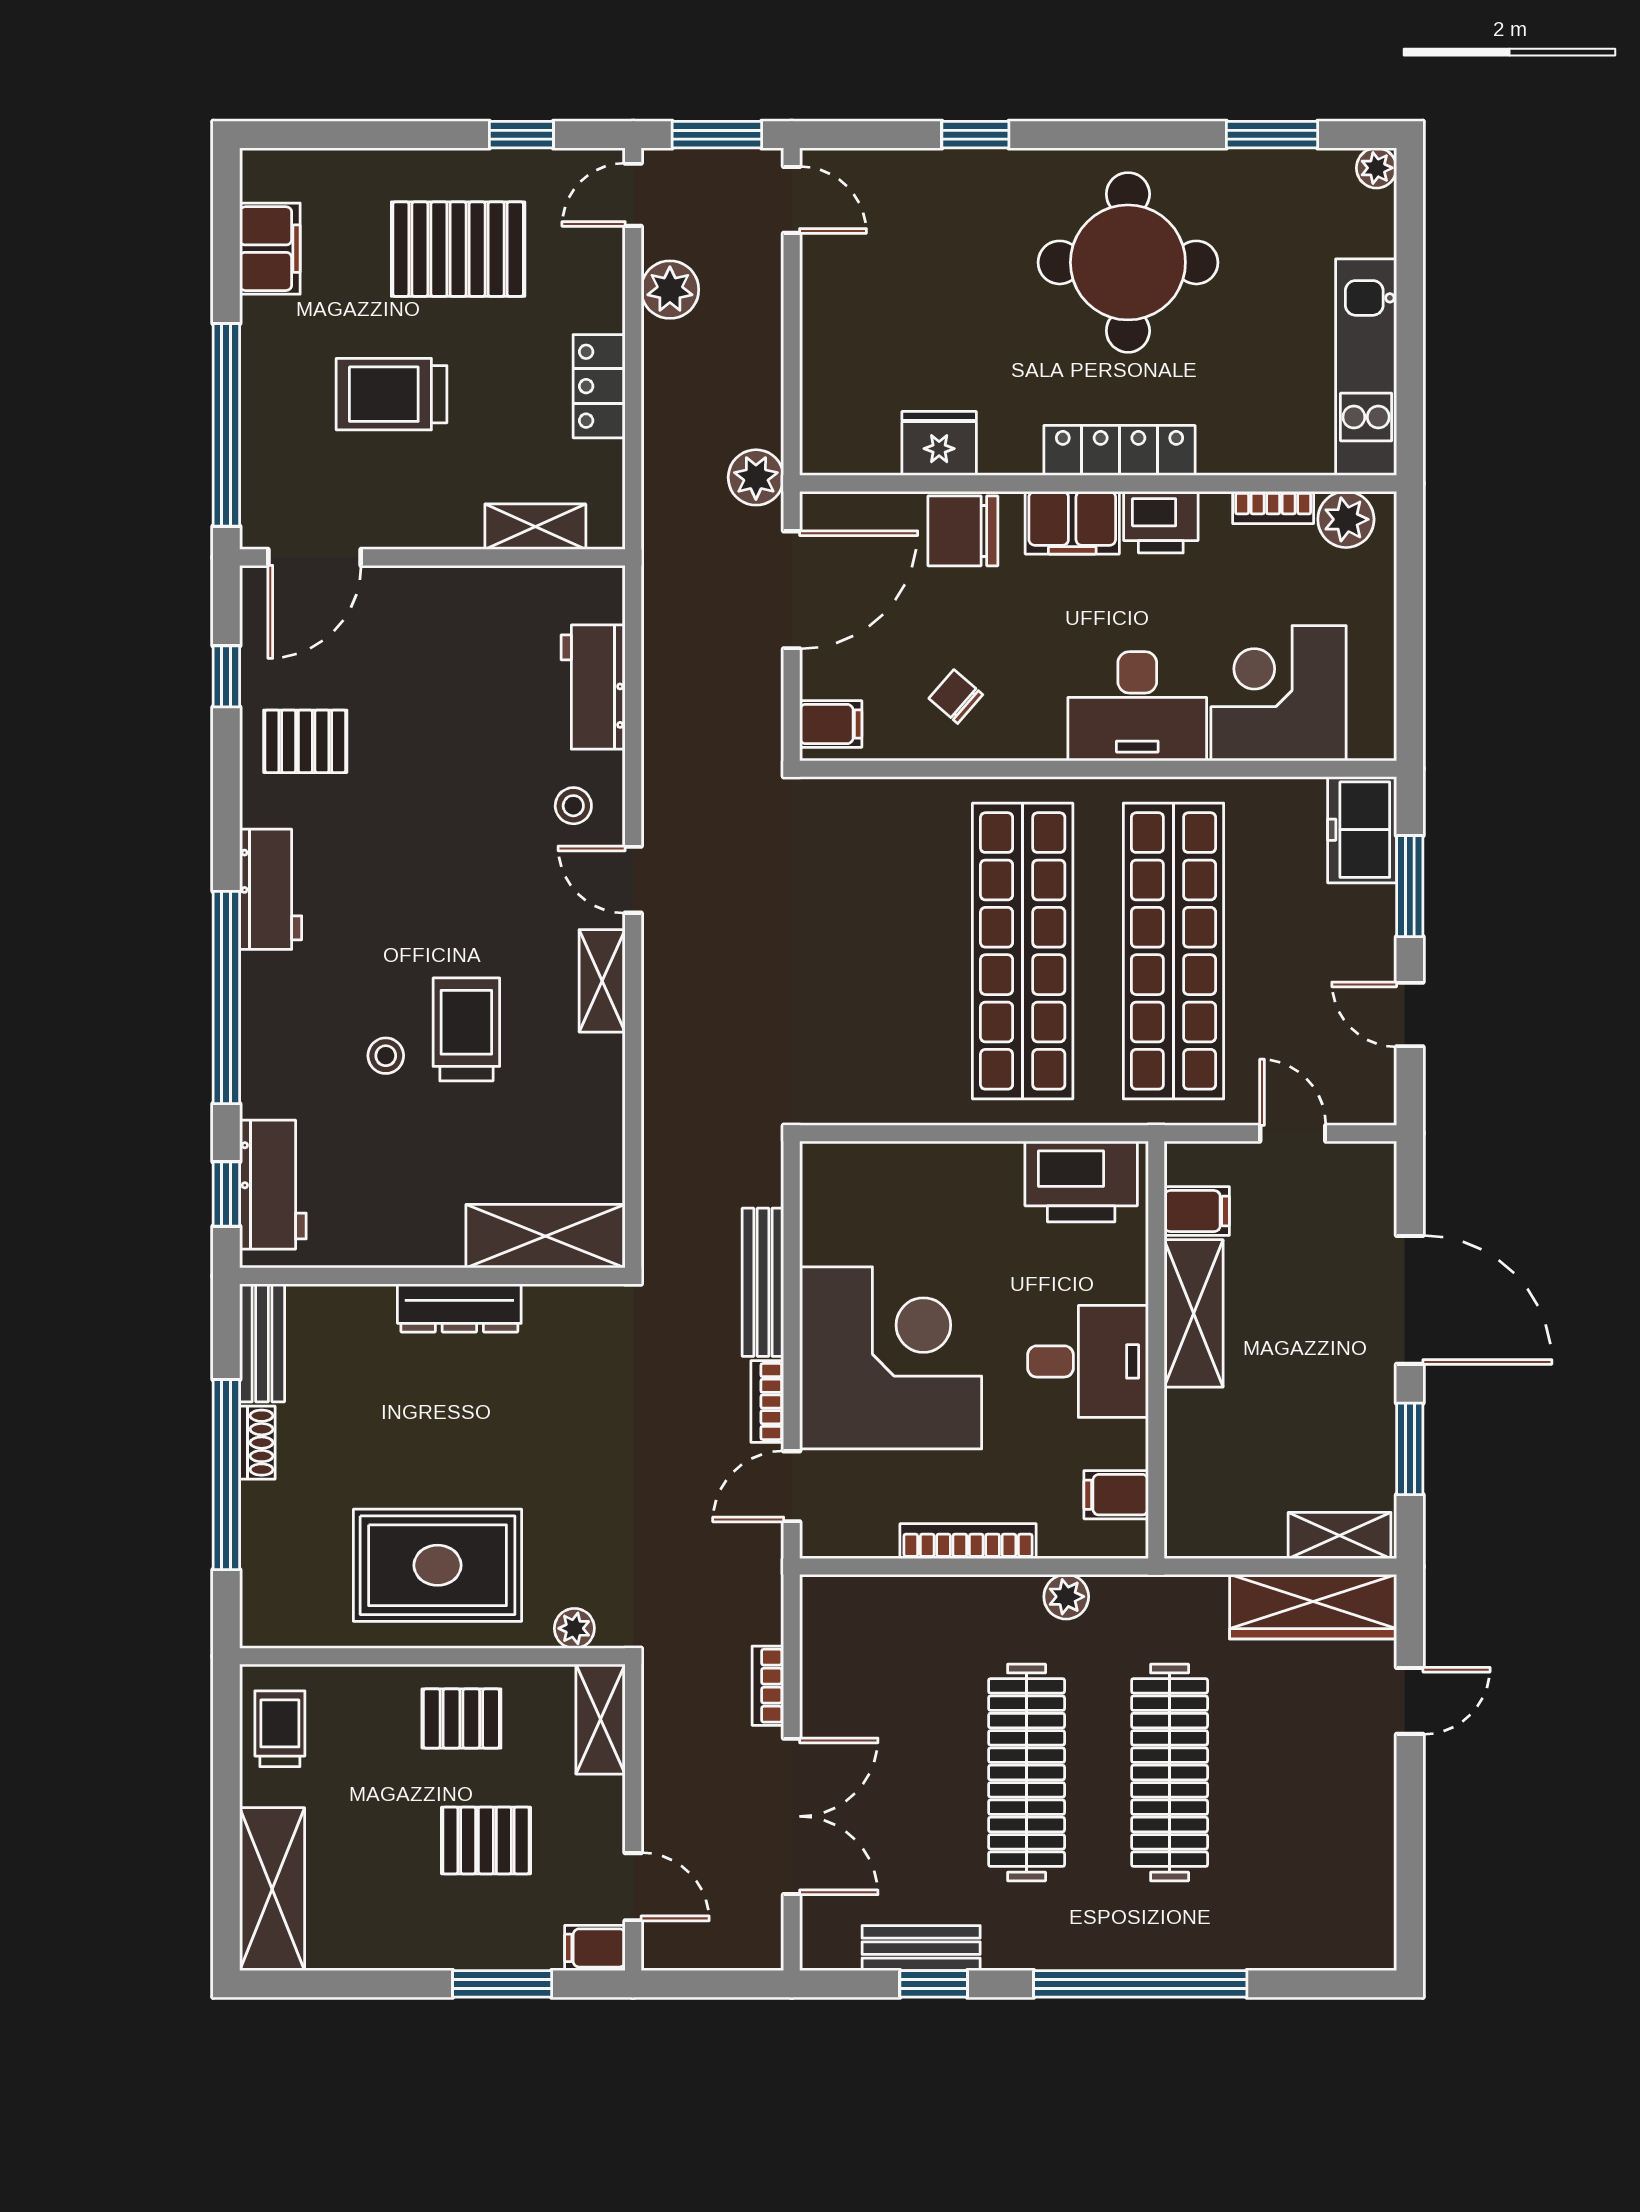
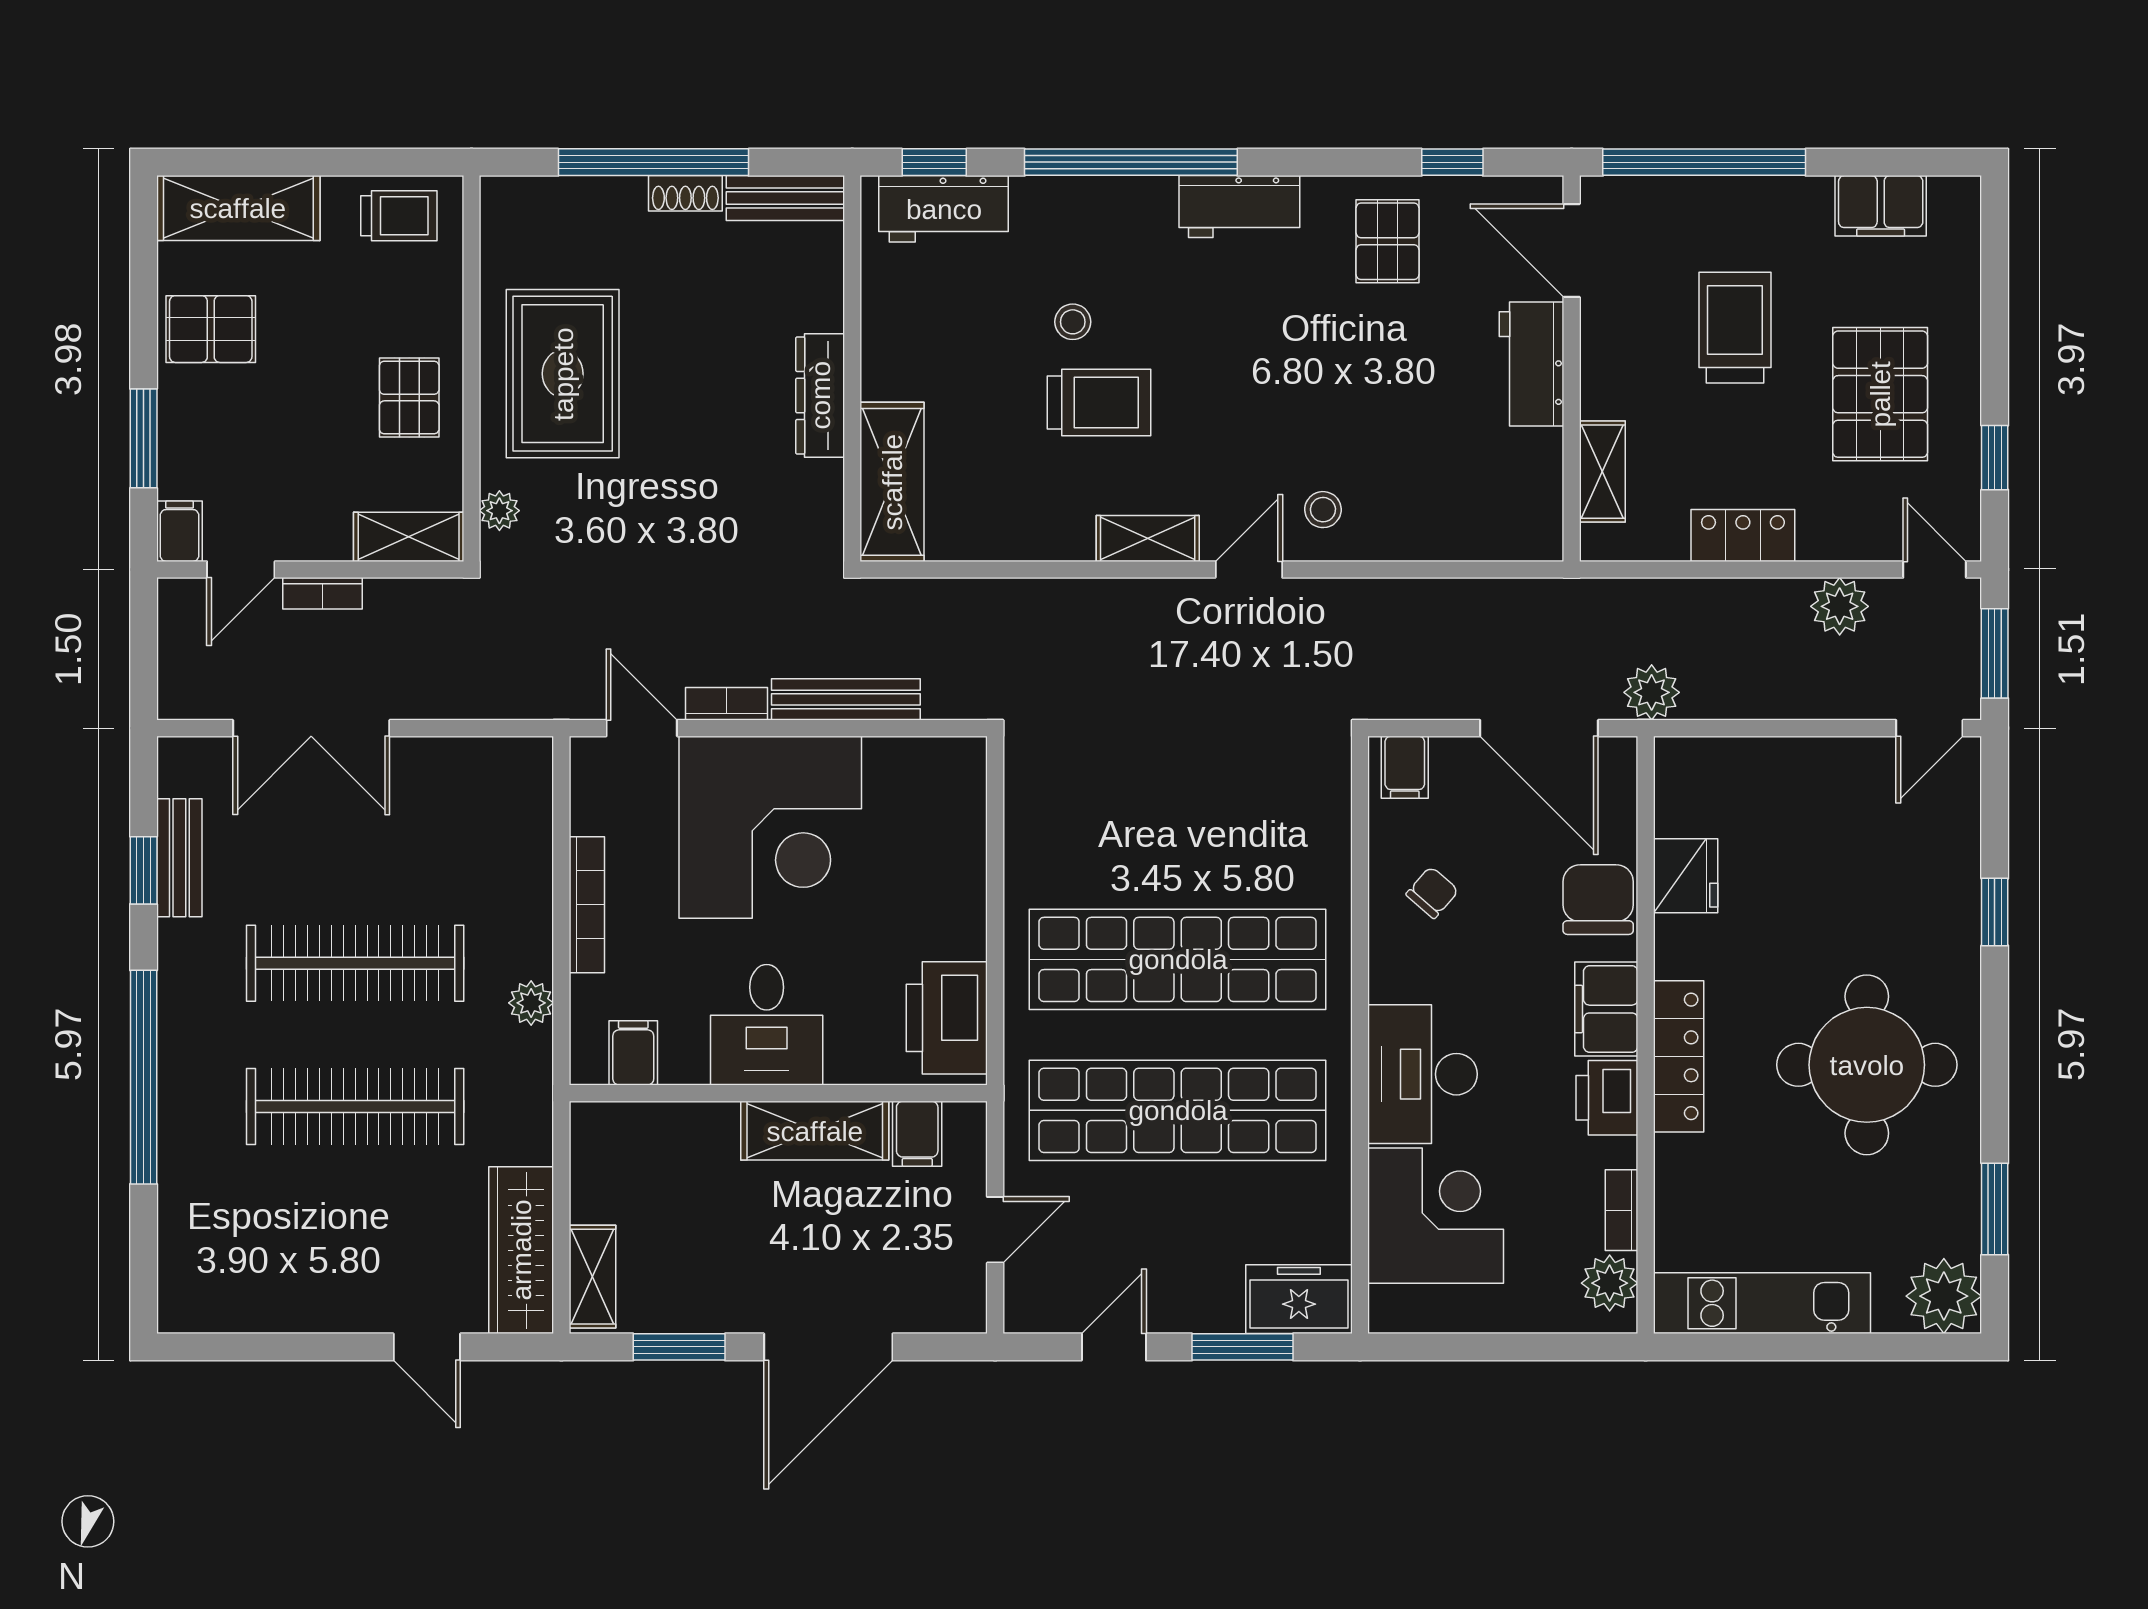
plant: (1376, 168) -> (1944, 1296), width x1.88, depth x1.88
workbench: (593, 687) -> (1532, 364), moved, turned -90
bookcase: (768, 1686) -> (322, 593), moved, turned 180
pallet: (486, 1840) -> (211, 329), moved, turned 90

